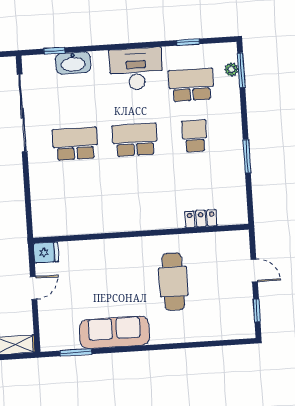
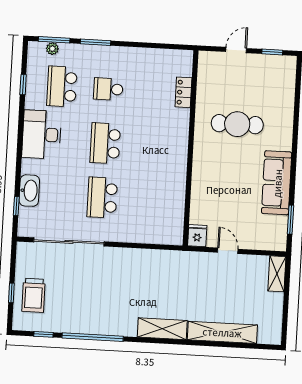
window: (247, 156) -> (96, 42), moved

